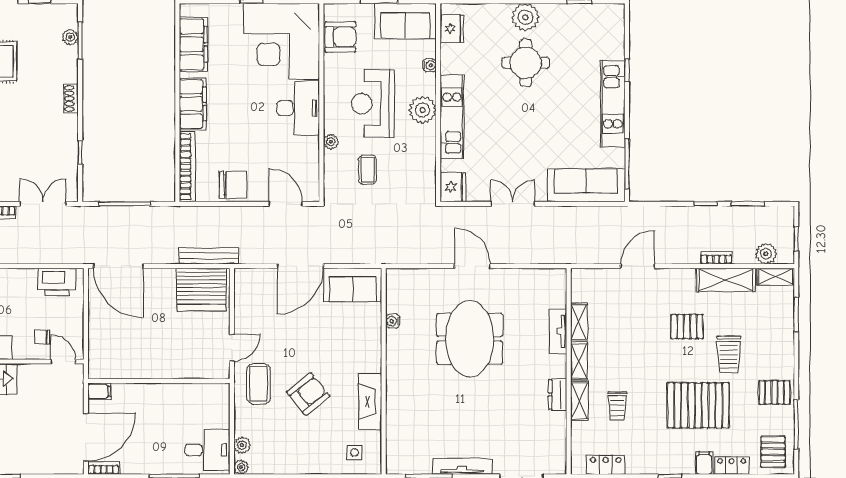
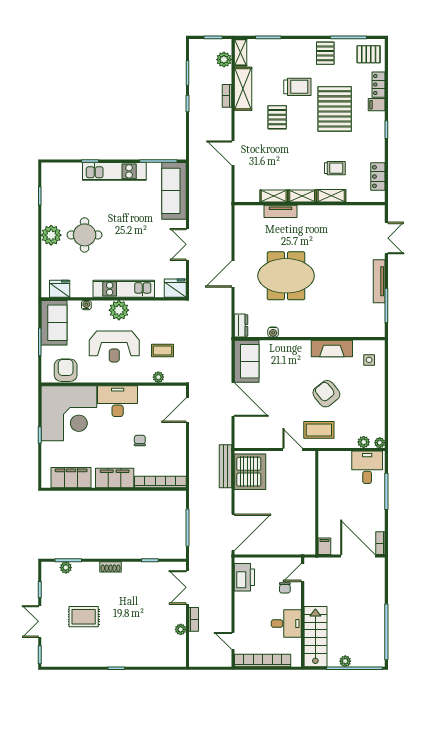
plant: (331, 142) -> (158, 377), moved
chair: (233, 185) -> (140, 441), moved, width x0.54, depth x0.54
dresser: (558, 395) -> (241, 325), moved, turned -90

